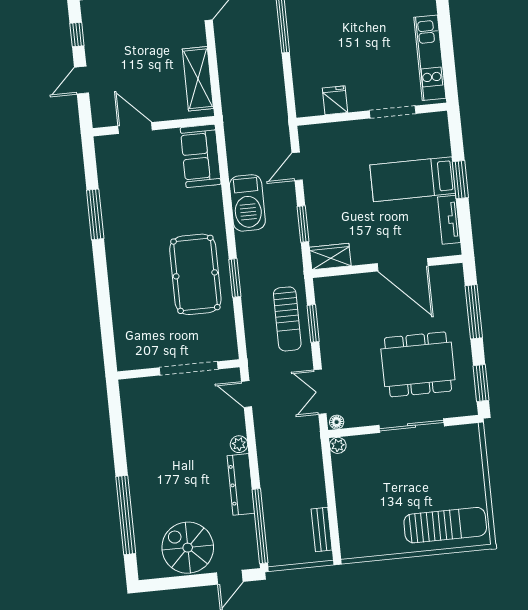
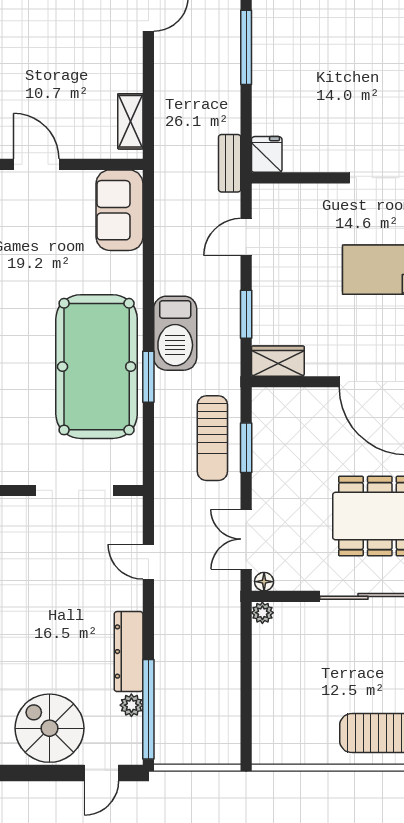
shelving: (198, 79) -> (130, 121), width x0.67, depth x0.75
fridge: (335, 100) -> (267, 154), moved
barbecue: (247, 203) -> (175, 333), moved
pool table: (195, 274) -> (97, 367), width x1.36, depth x1.32
door: (247, 394) -> (148, 562), moved
plant: (239, 444) -> (131, 705), moved
bench: (322, 529) -> (230, 163), moved

